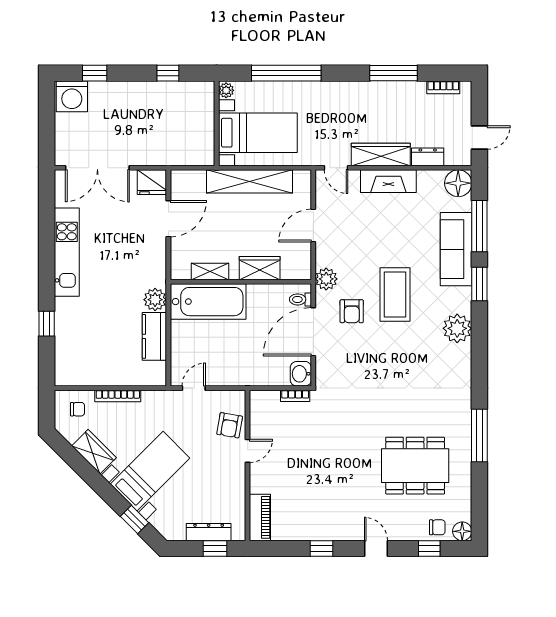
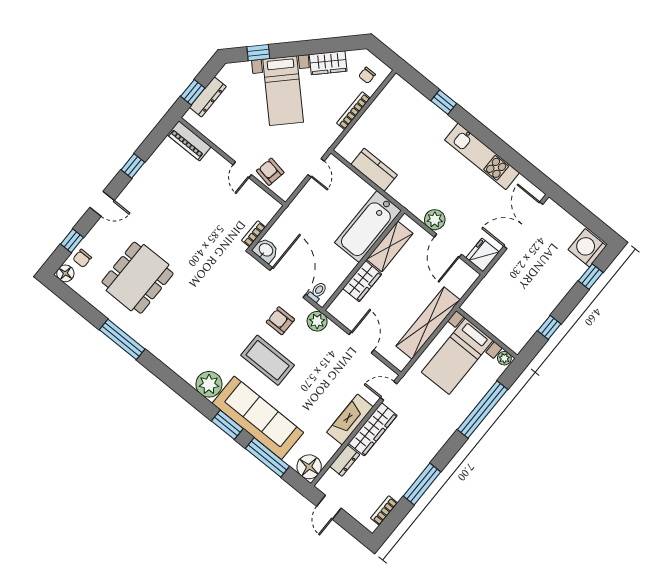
sofa: (456, 249) -> (258, 418), width x1.36, depth x1.27
shelving: (210, 272) -> (390, 246), width x1.50, depth x1.33
plant: (155, 300) -> (435, 220), moved

